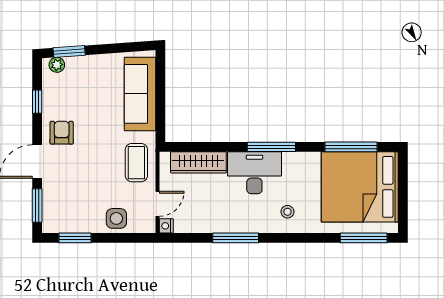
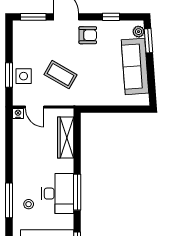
sofa: (140, 94) -> (135, 66), moved, turned -94
coffee table: (136, 163) -> (60, 75), moved, turned 30
desk: (254, 173) -> (58, 194), moved
window: (75, 238) -> (9, 75), moved
window: (236, 238) -> (9, 200), moved

